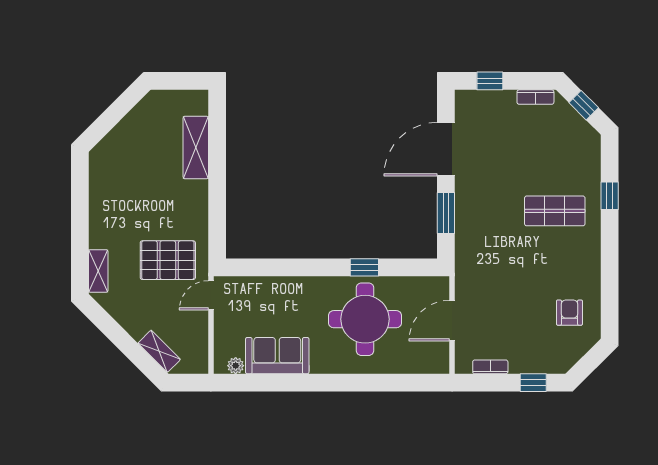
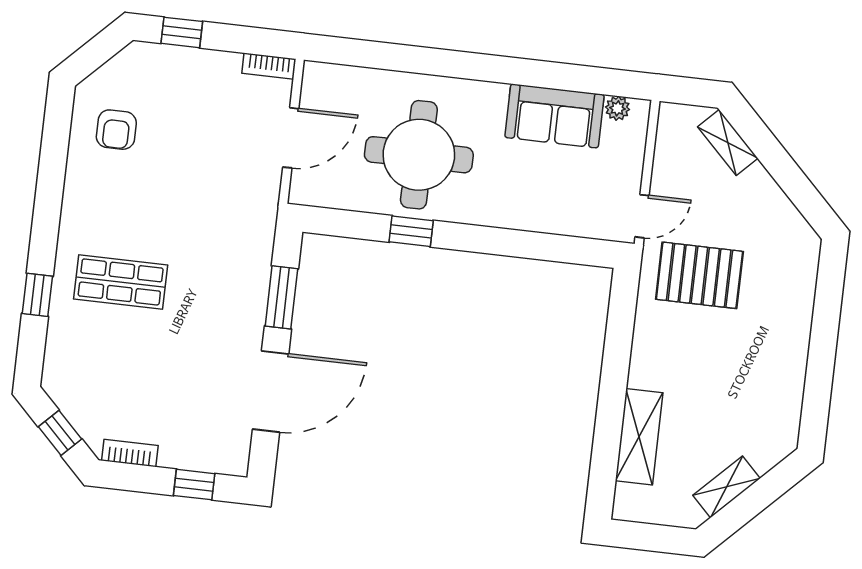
shelving: (98, 271) -> (727, 487), moved, turned 45
bookcase: (490, 367) -> (269, 66), moved

